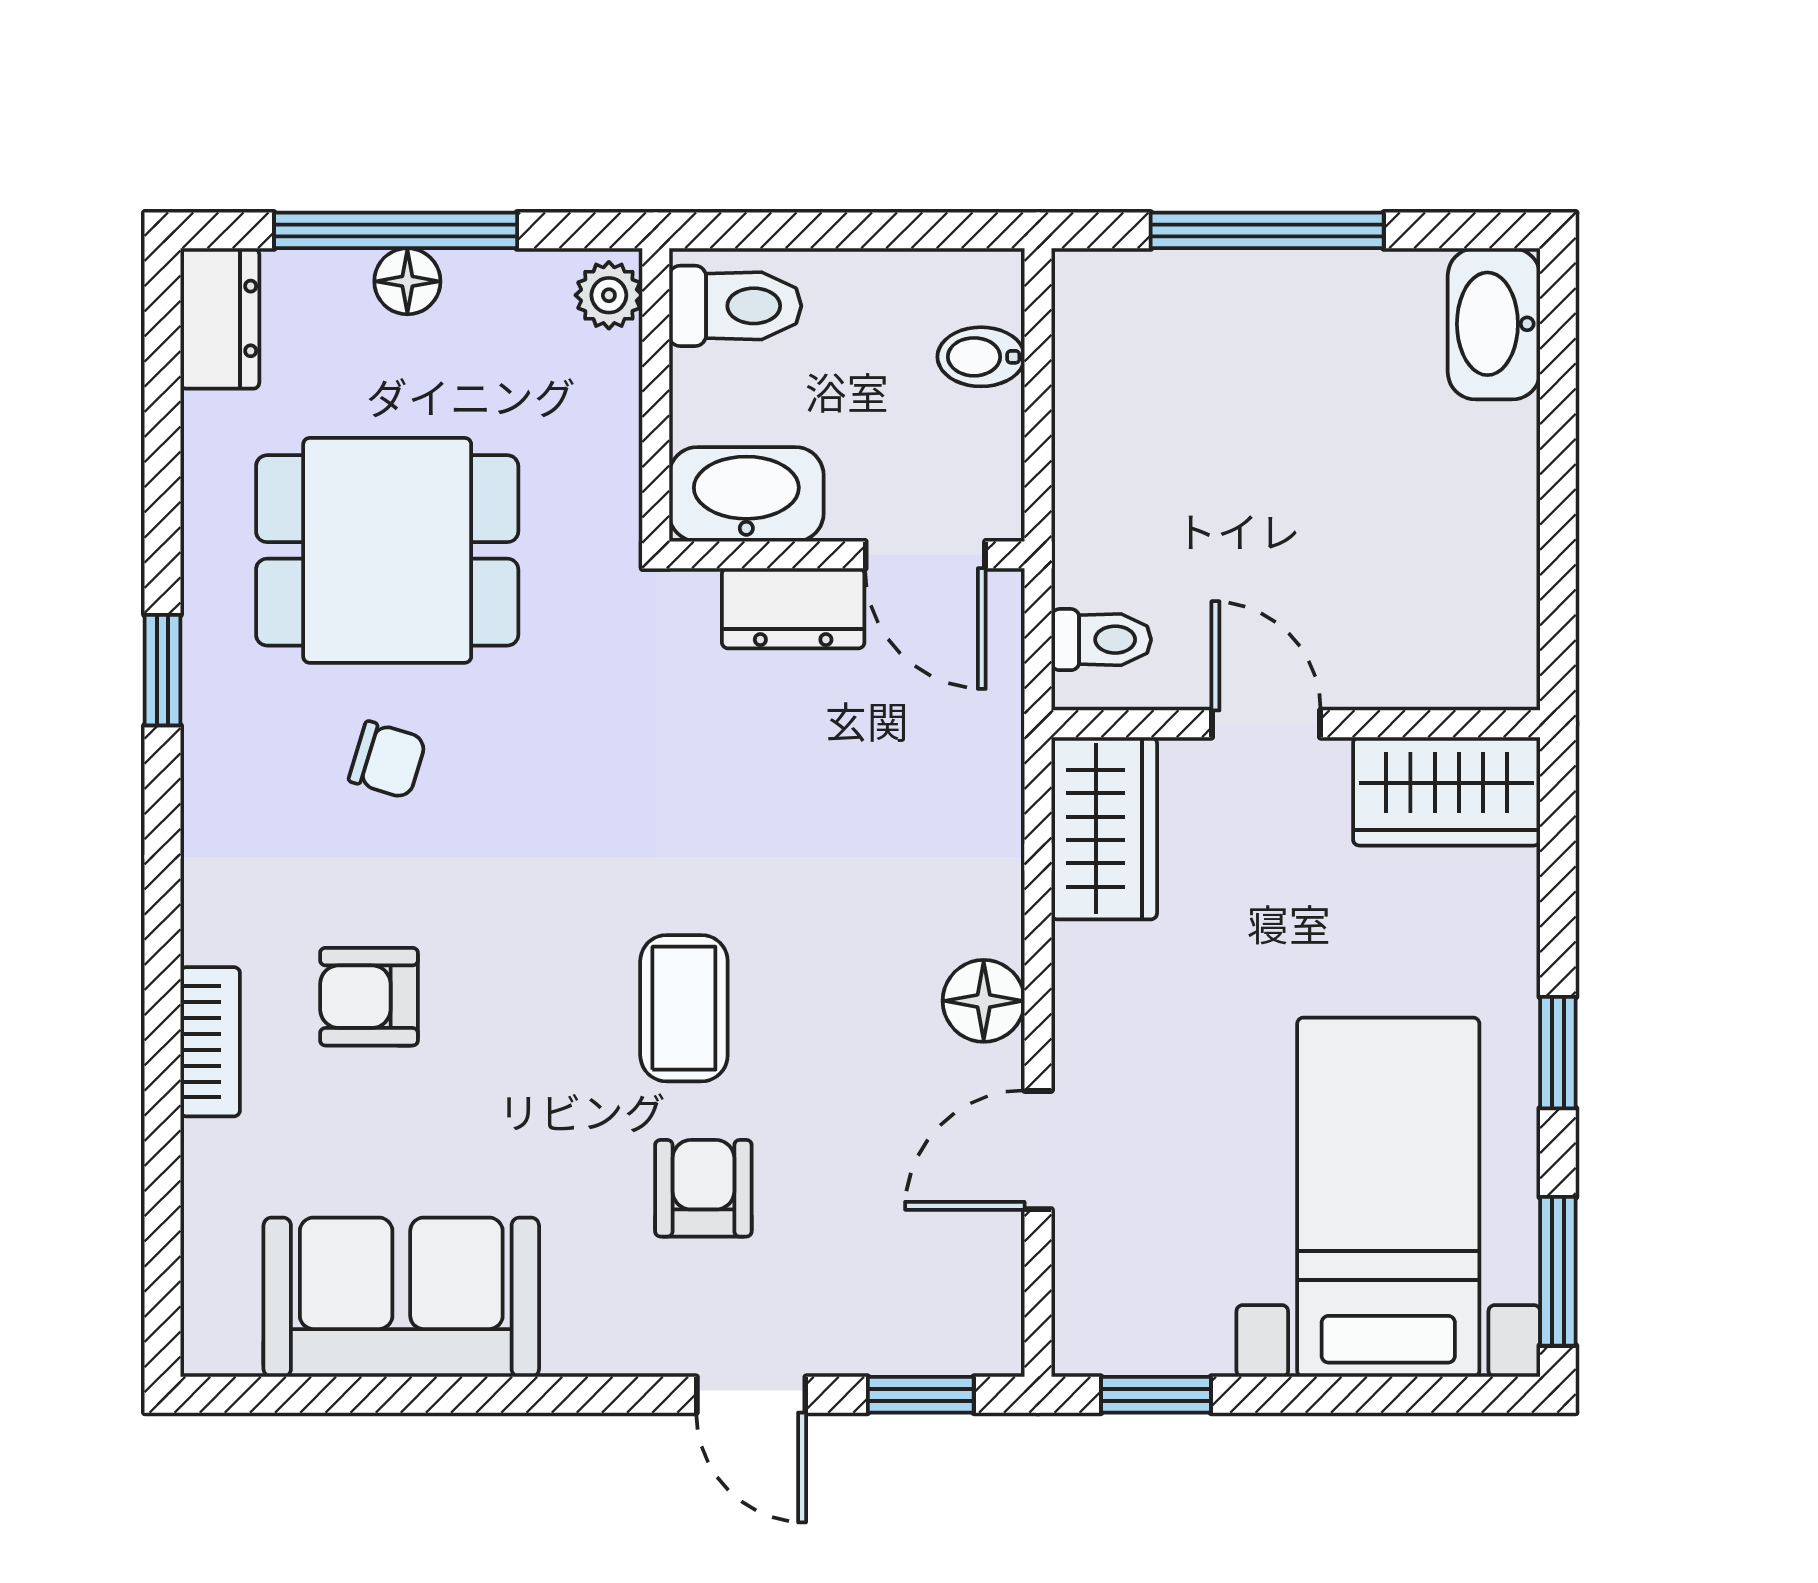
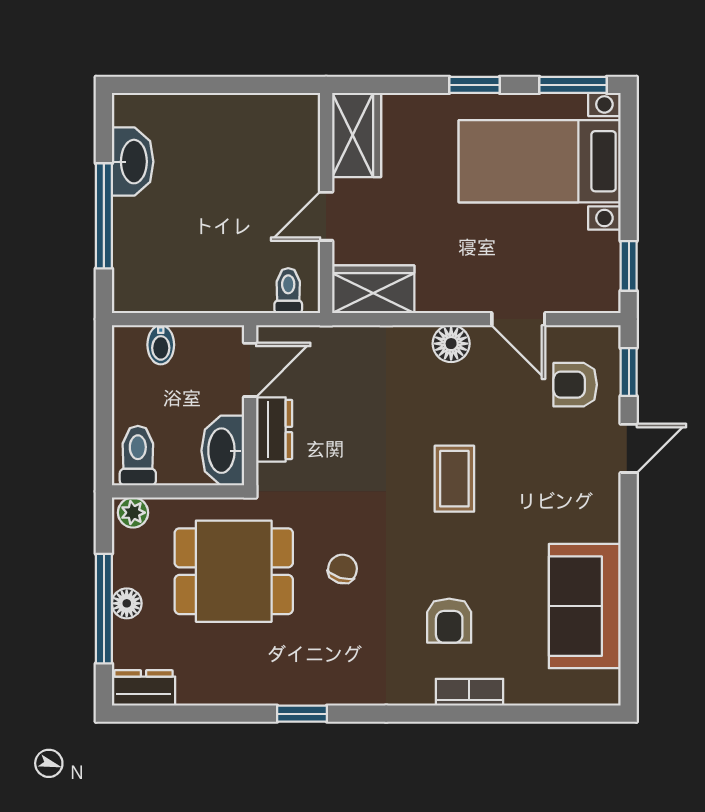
washbasin: (1494, 324) -> (133, 162), moved, turned -90
dining table: (387, 550) -> (234, 571), moved, turned 90
chair: (387, 760) -> (343, 569), moved
coffee table: (684, 1008) -> (454, 479), turned 90
armchair: (703, 1188) -> (575, 385), moved

